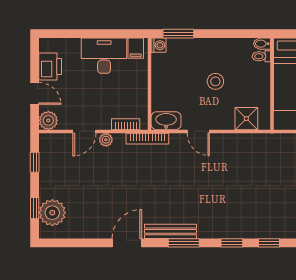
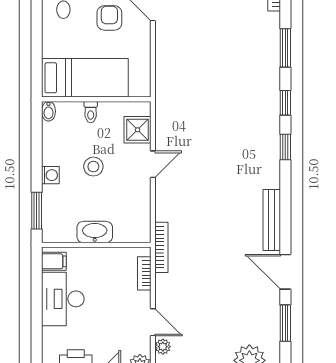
washing machine: (159, 45) -> (50, 175), moved, turned 90
toilet: (261, 56) -> (91, 112), moved
washbasin: (166, 121) -> (95, 232), moved, turned 90
door: (198, 131) -> (153, 164), moved
plant: (106, 140) -> (163, 347), moved
window: (184, 243) -> (285, 323), moved

